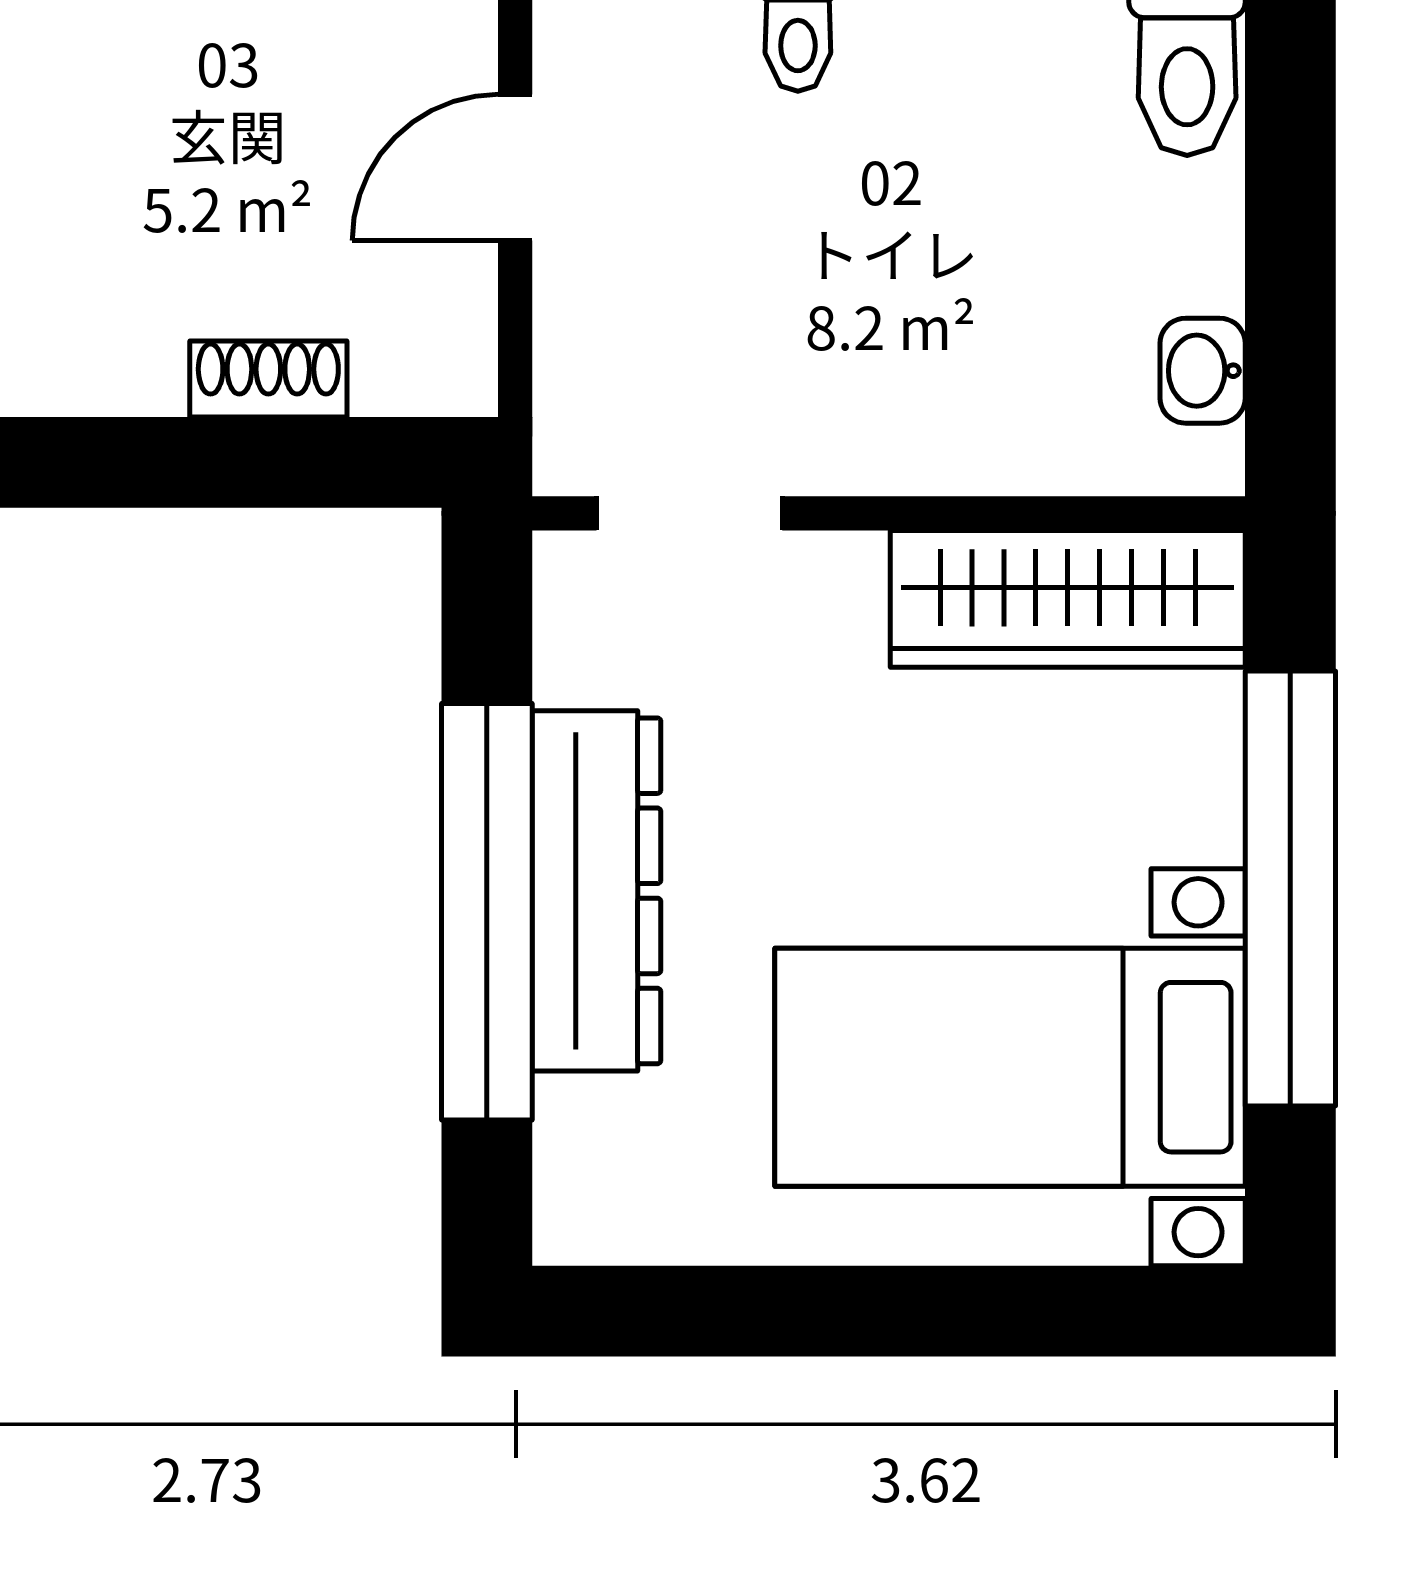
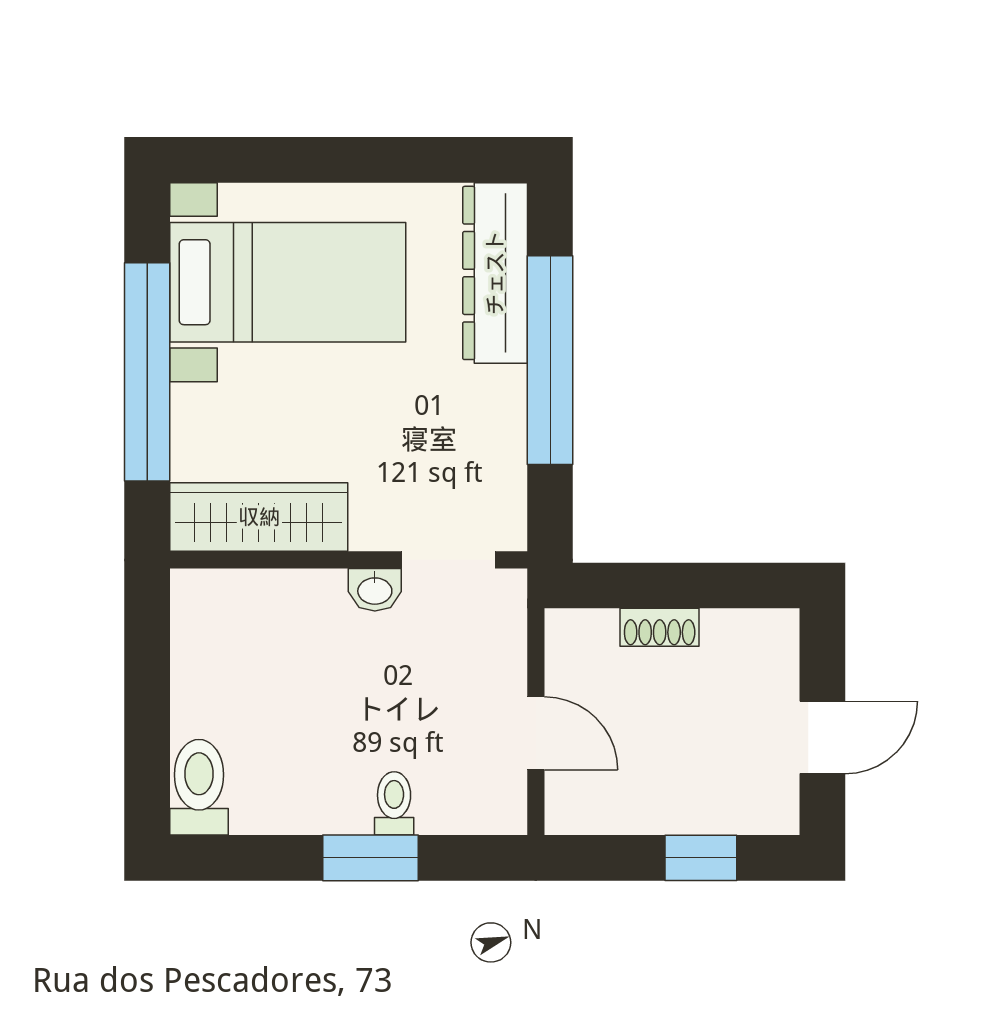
door: (515, 168) -> (536, 733), hinge flipped
washbasin: (1203, 371) -> (375, 590), moved, turned 90
dresser: (596, 891) -> (495, 273), moved

